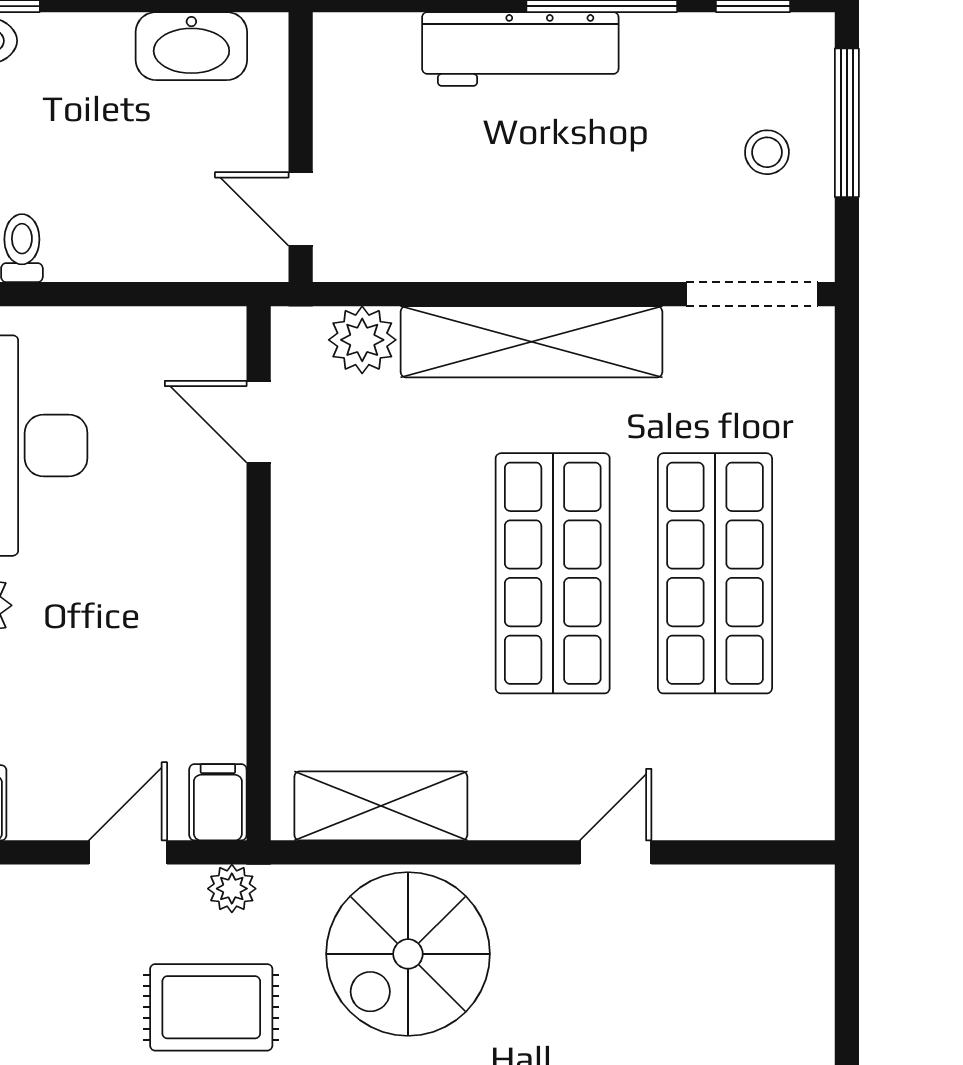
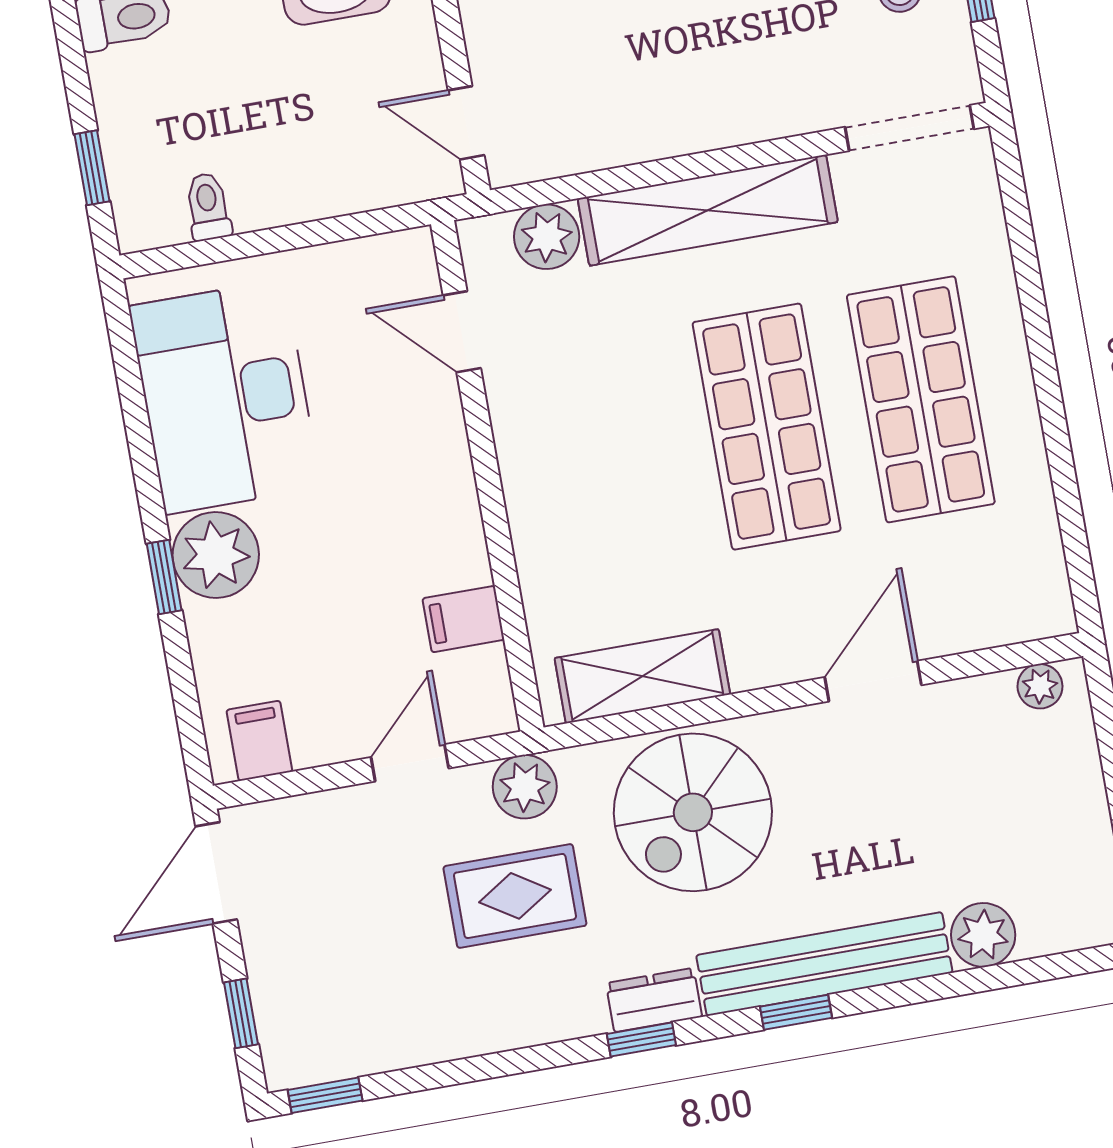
filing cabinet: (218, 802) -> (463, 619), moved, turned -90
door: (616, 852) -> (873, 681), width x1.37
plant: (785, 888) -> (1040, 686), added
plant: (232, 889) -> (525, 787), width x1.38, depth x1.38

